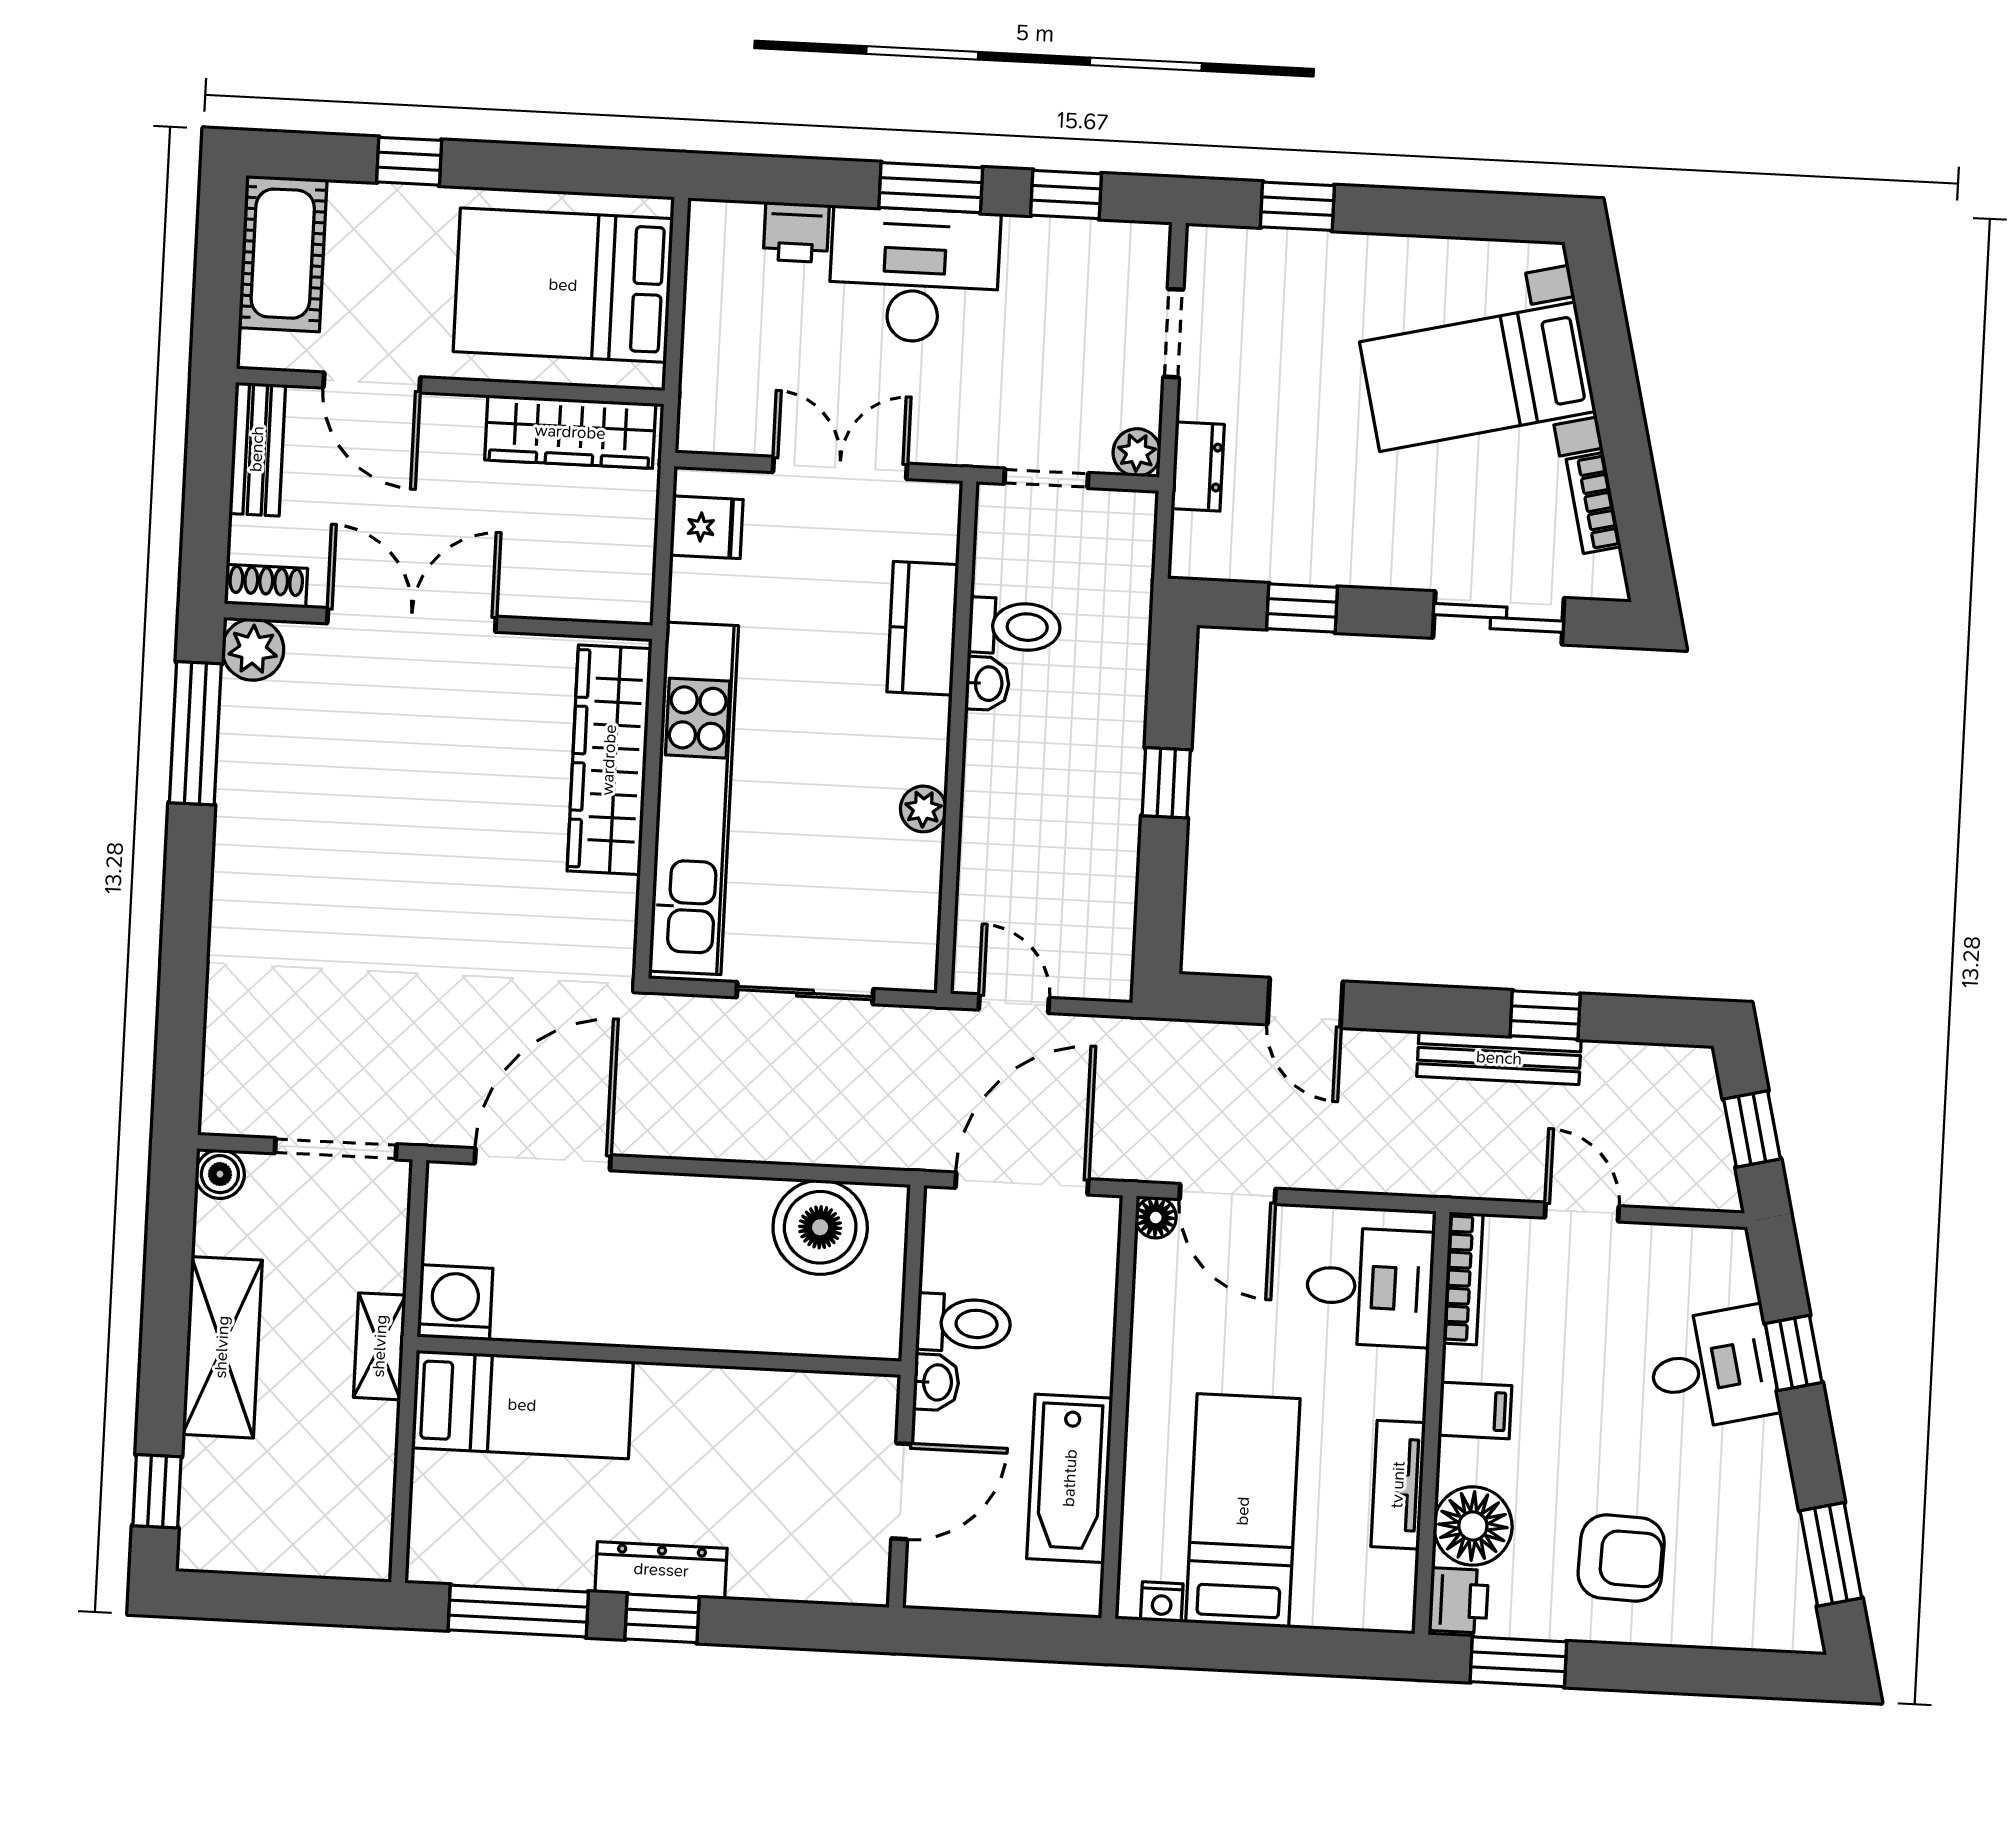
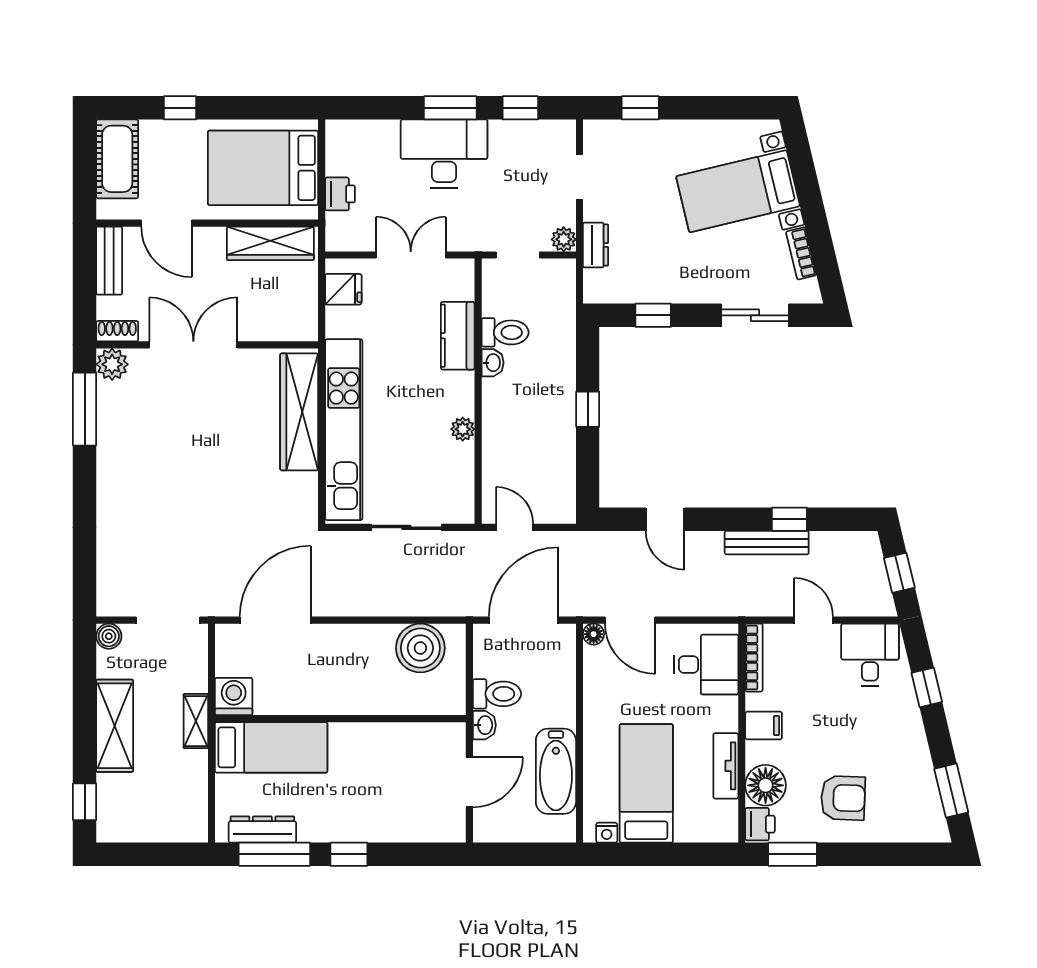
printer: (796, 232) -> (340, 194), moved, turned -90
desk: (1713, 1369) -> (870, 655), moved, turned -77
dresser: (661, 1570) -> (262, 829), moved

